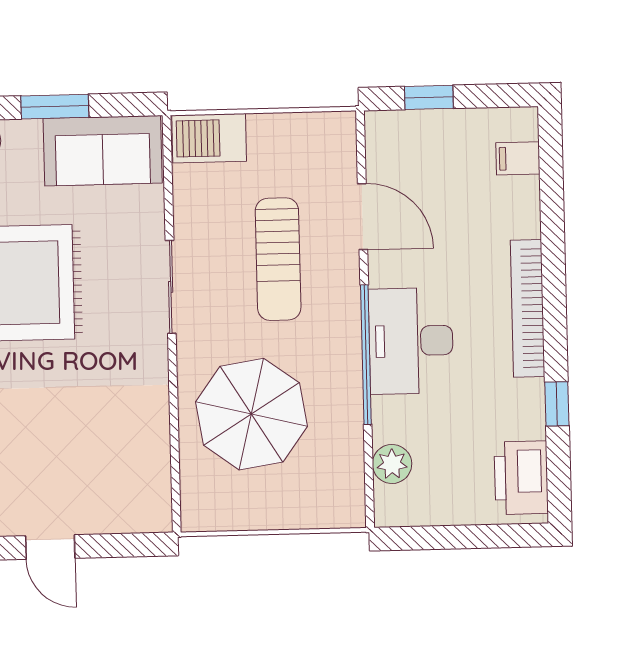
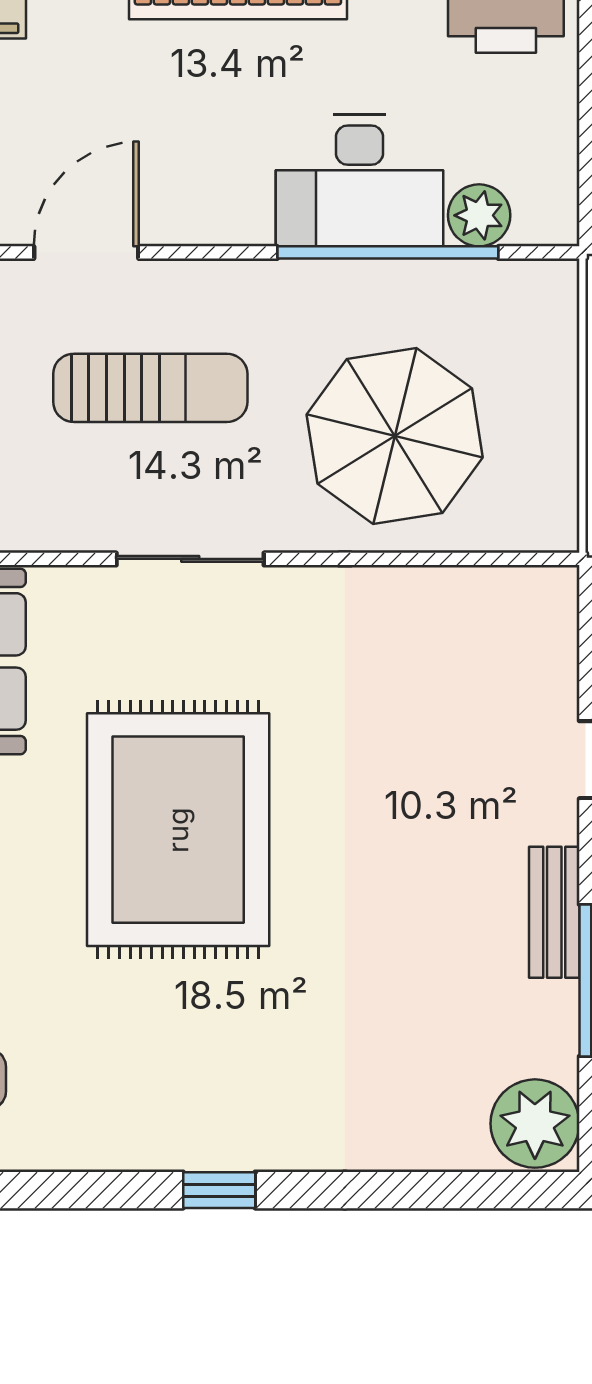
desk: (411, 341) -> (359, 181), moved
window: (366, 355) -> (388, 252), moved

